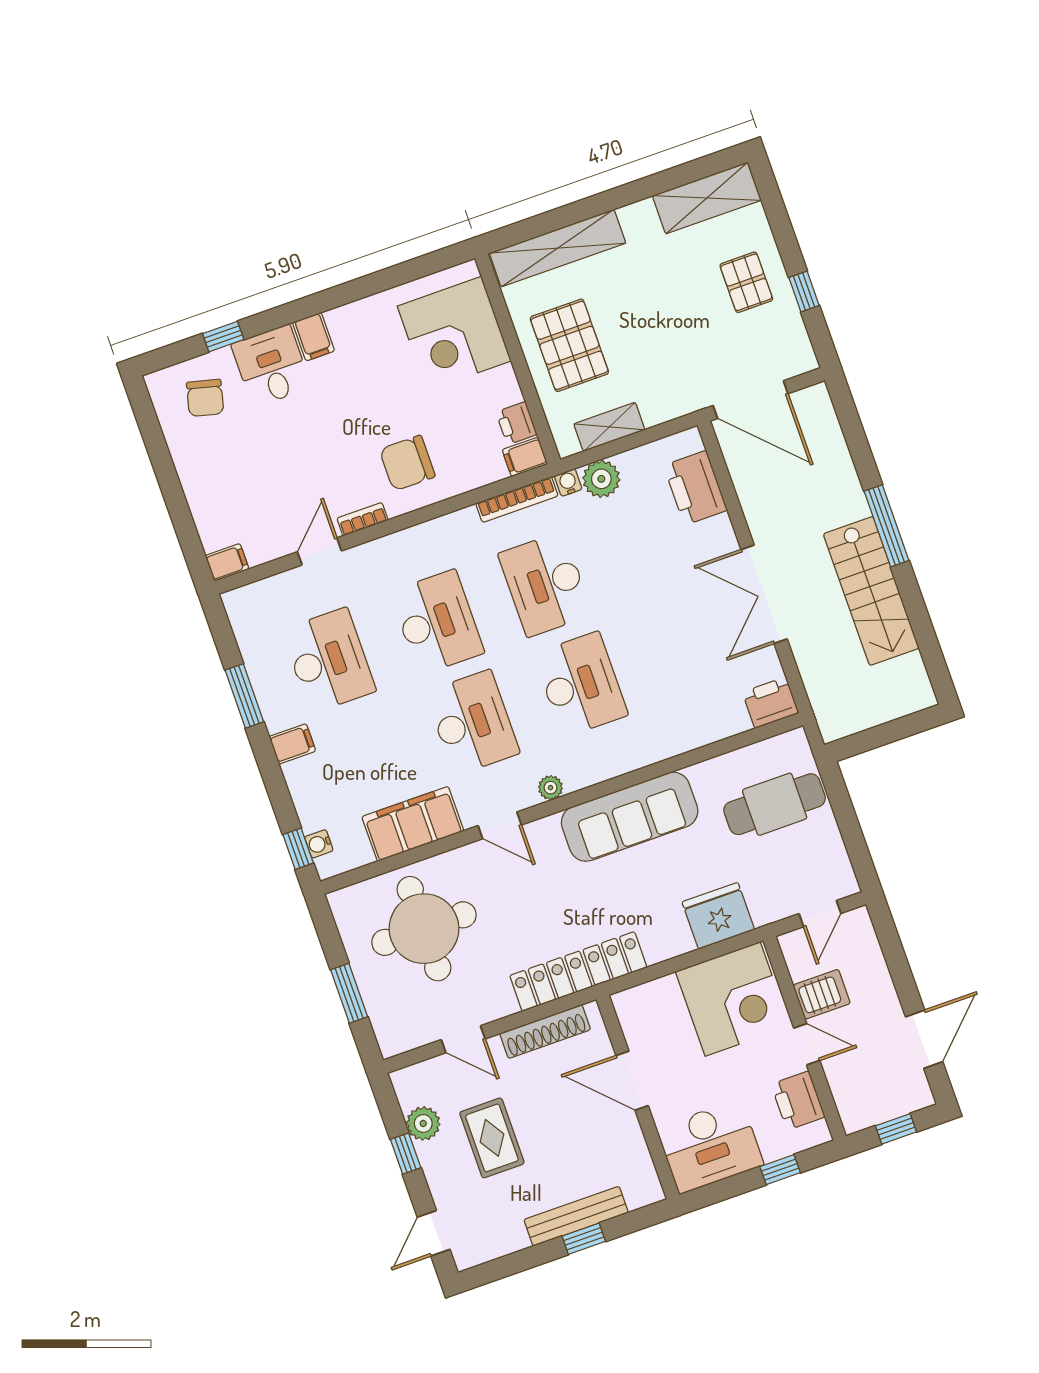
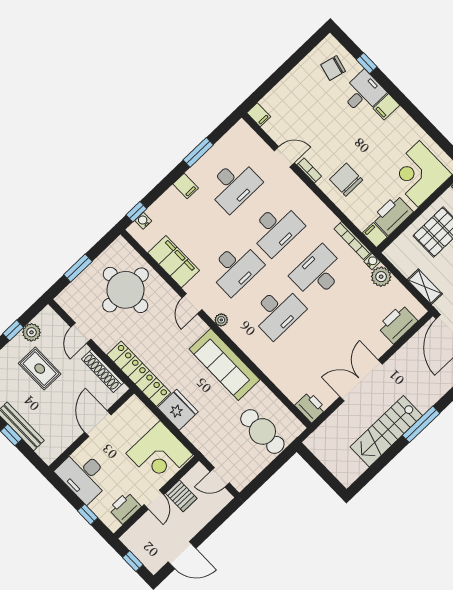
printer: (516, 423) -> (392, 215), width x1.87, depth x1.48
shelving: (609, 427) -> (425, 287), moved
fridge: (718, 916) -> (178, 410), moved
rug: (492, 1138) -> (40, 369), turned 90

